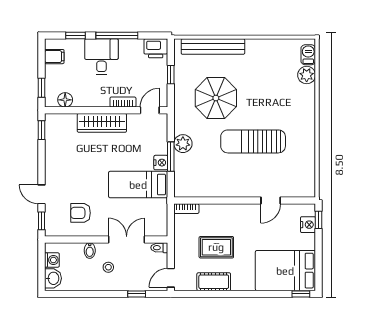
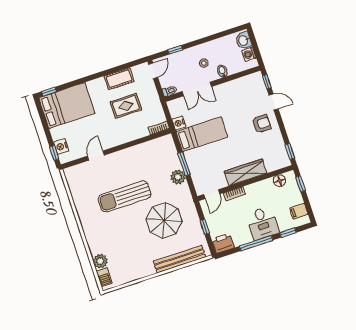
sun lounger: (253, 141) -> (125, 196), turned 180
nightstand: (161, 163) -> (179, 123), moved
armchair: (81, 213) -> (261, 124), moved

